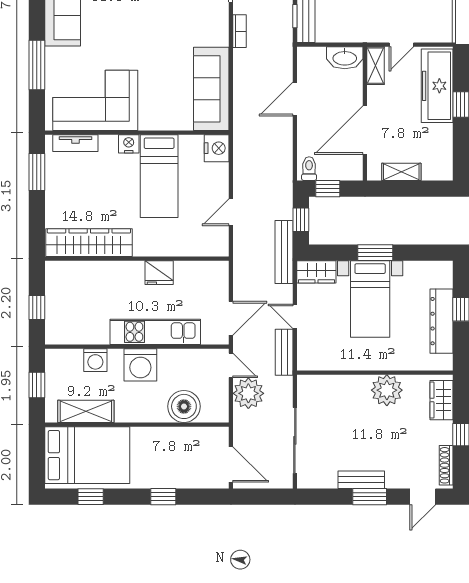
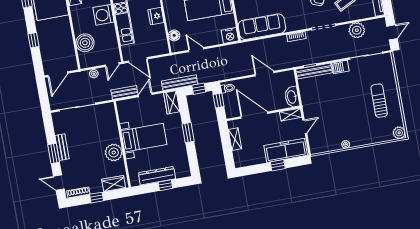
door: (401, 45) -> (305, 127), swing flipped
floor lamp: (199, 247) -> (174, 35), added
bed with nightstands: (370, 299) -> (144, 138), moved, turned 180
plant: (248, 393) -> (94, 74), width x0.53, depth x0.53

